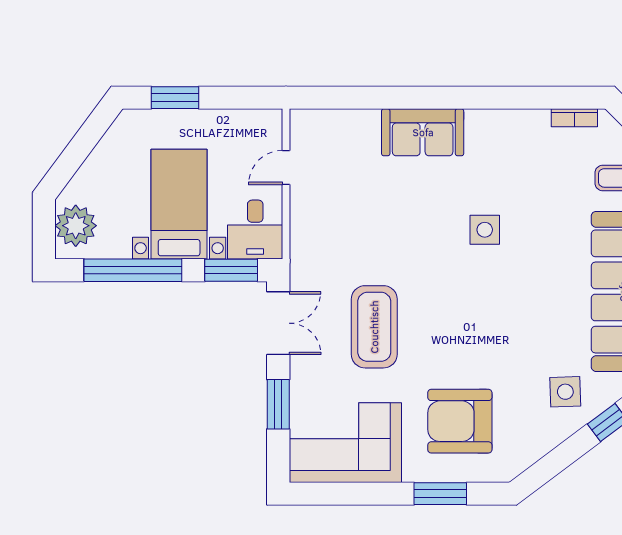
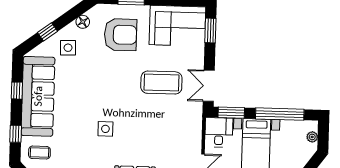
plant: (76, 226) -> (312, 137), width x0.53, depth x0.53
coffee table: (374, 327) -> (161, 83), turned 90
window: (278, 404) -> (210, 30), moved
floor lamp: (537, 445) -> (83, 22), added

